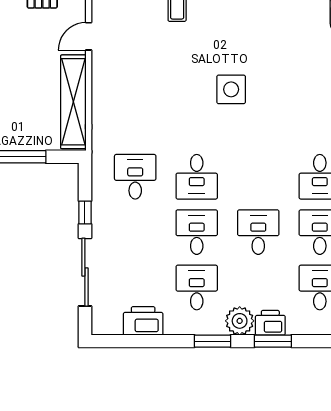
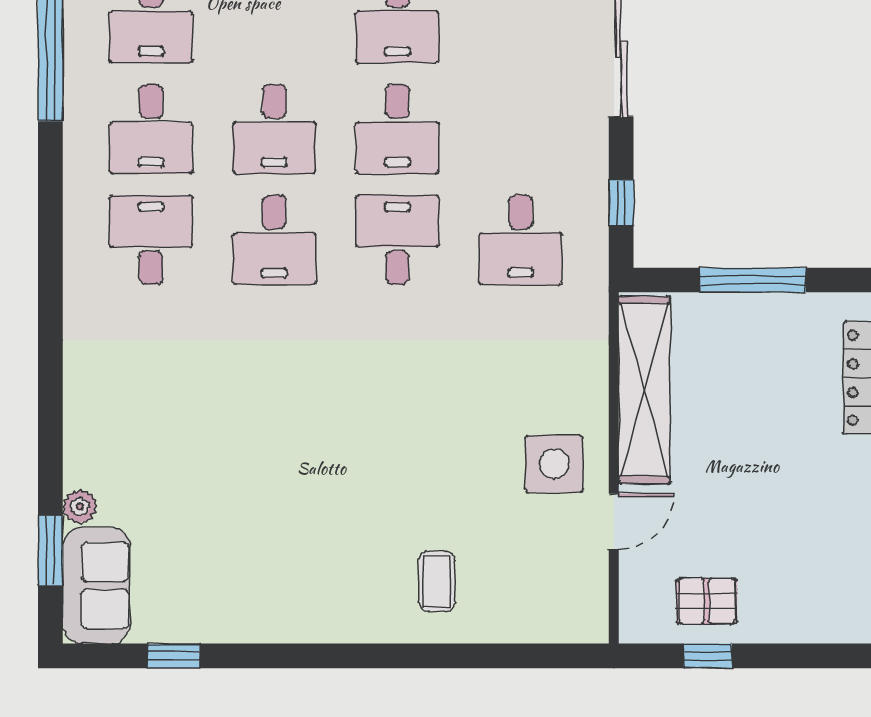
side table: (231, 89) -> (554, 464), moved
desk: (258, 177) -> (274, 240), added
window: (85, 213) -> (621, 203), moved

